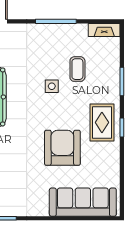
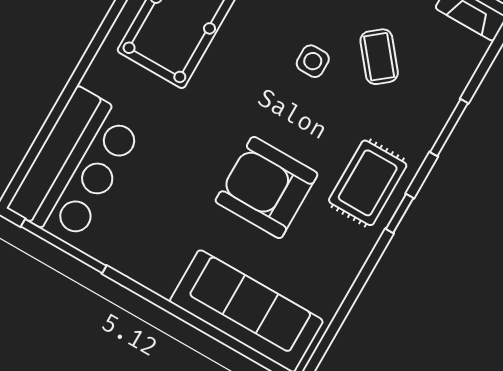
coffee table: (77, 69) -> (379, 57), turned -39
armchair: (62, 148) -> (267, 188), turned -90

